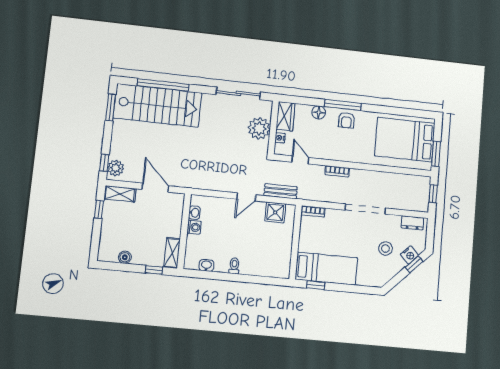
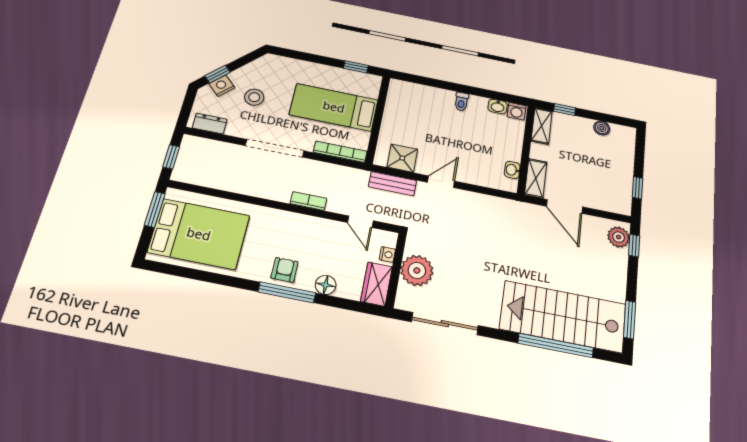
shelving: (120, 194) -> (536, 178), moved, turned 90
bookcase: (313, 211) -> (340, 152), width x1.56
washing machine: (194, 227) -> (517, 111), moved, turned -90
bed: (326, 269) -> (334, 107), moved

